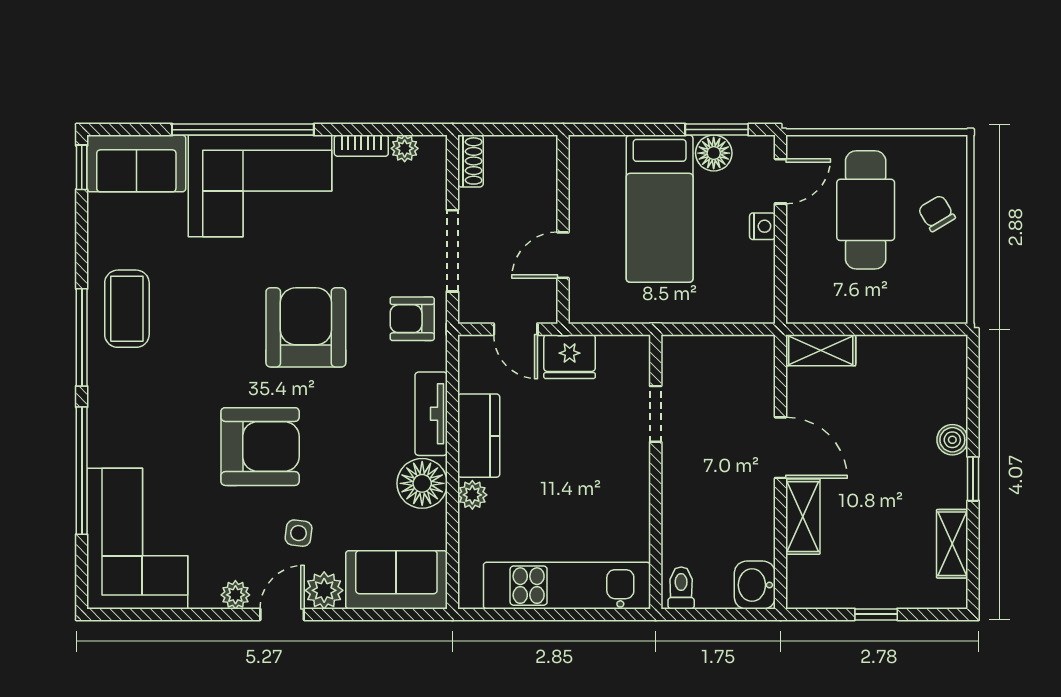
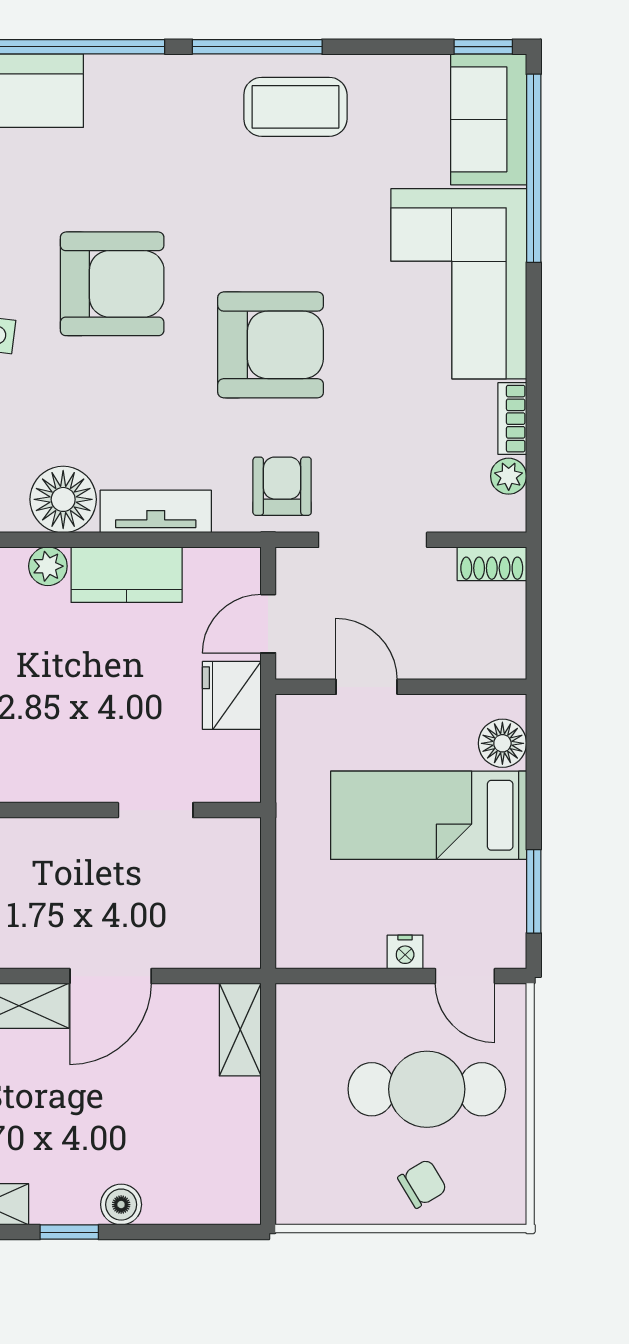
window: (243, 130) -> (534, 168), moved
floor lamp: (714, 153) -> (502, 743), moved
armchair: (260, 447) -> (112, 284), turned -90

